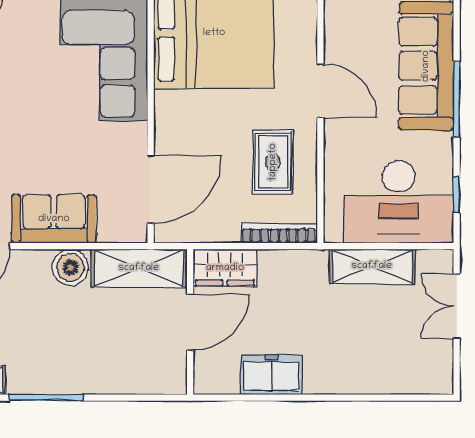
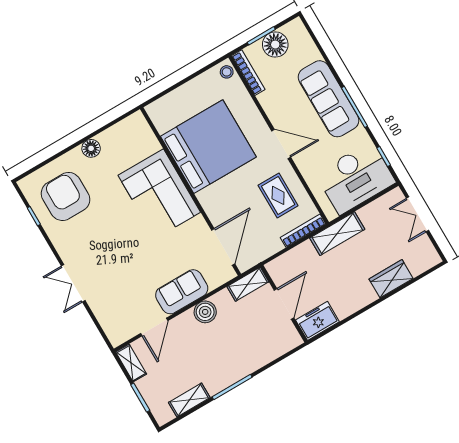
shelving: (372, 266) -> (337, 234), moved
shelving: (139, 268) -> (248, 284), width x0.67, depth x0.75
wardrobe: (225, 268) -> (391, 279), moved, turned 180
freezer: (272, 375) -> (317, 321), moved

